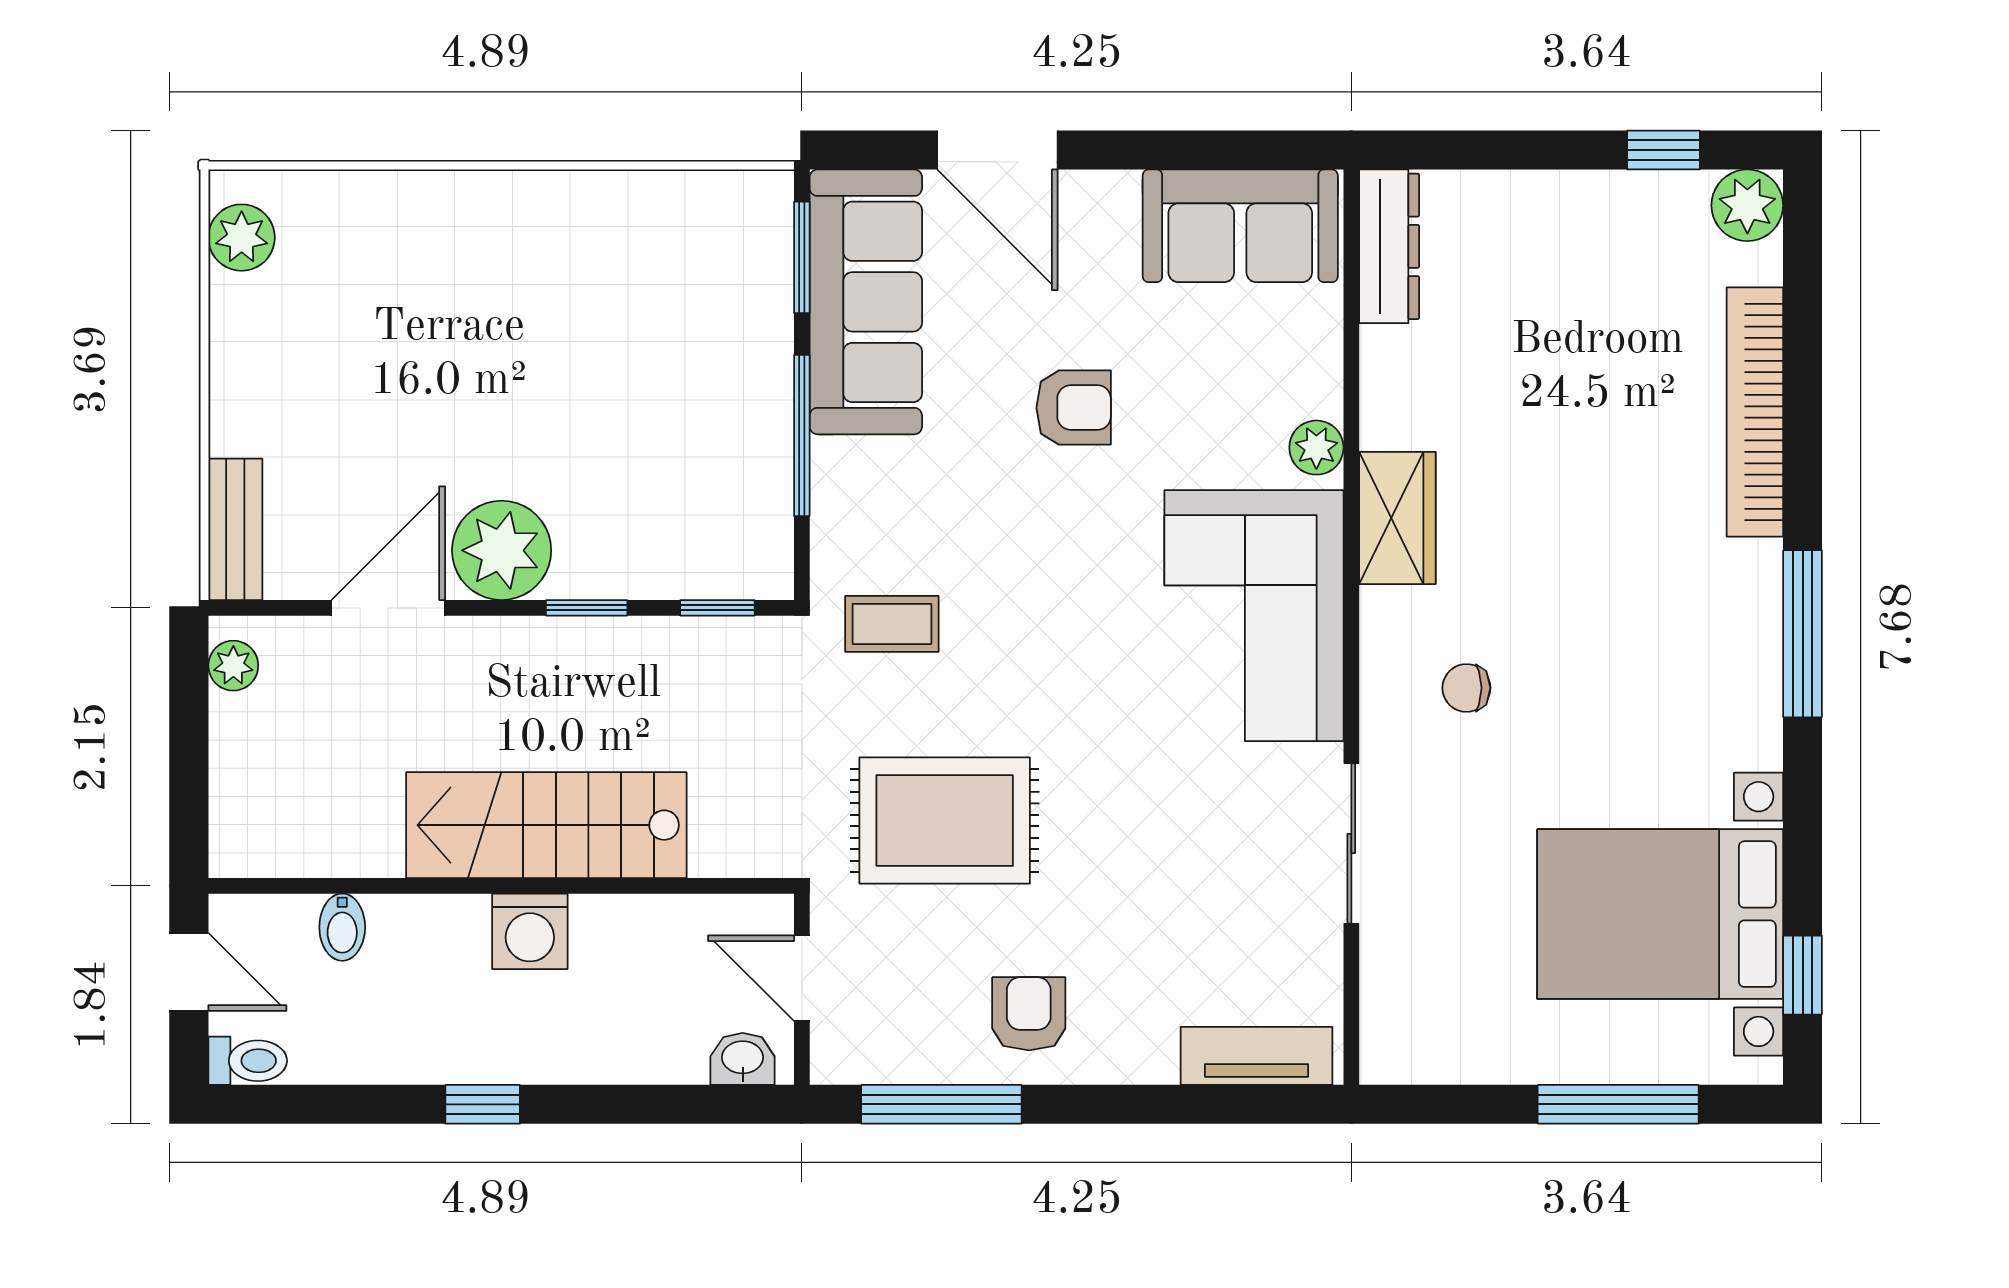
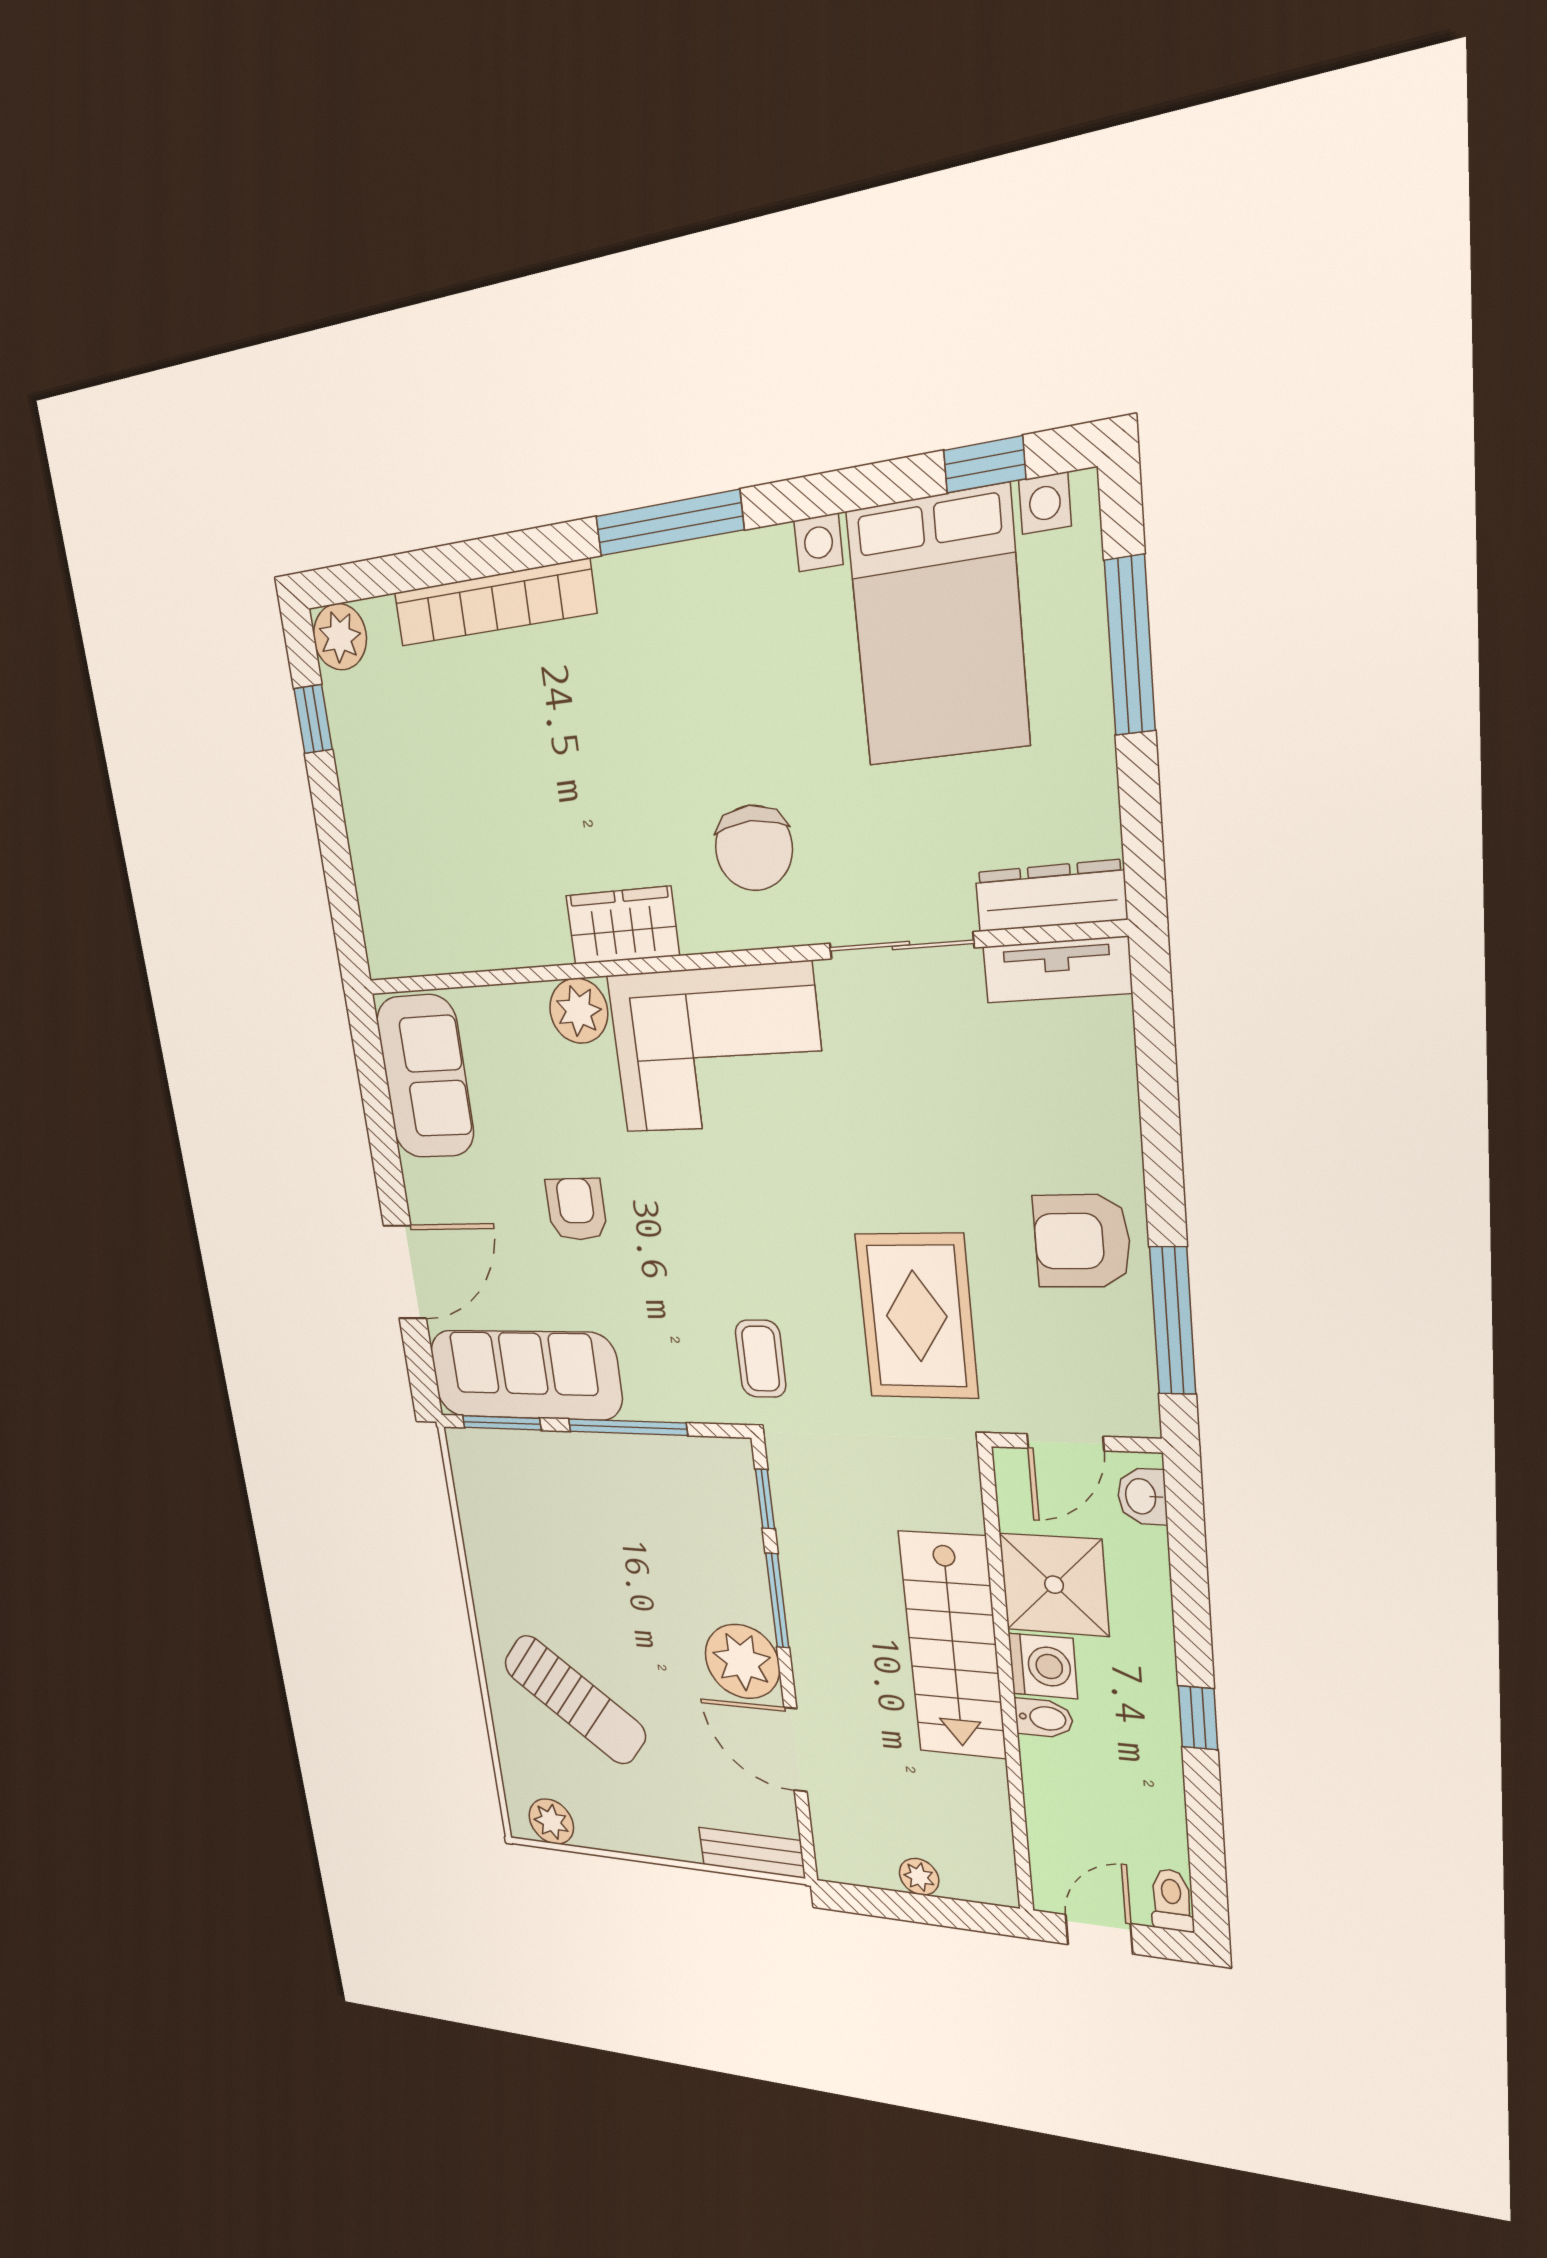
dresser: (1389, 246) -> (1051, 896), moved
sun lounger: (426, 302) -> (575, 1700), added
plant: (1316, 448) -> (579, 1011), width x1.38, depth x1.38
window: (587, 608) -> (777, 1601), width x1.50
plant: (233, 666) -> (919, 1877), moved
chair: (1466, 688) -> (754, 848), width x1.87, depth x1.87
bidet: (342, 927) -> (1044, 1718), moved
shower: (632, 952) -> (1054, 1585), added
armchair: (1029, 1014) -> (1082, 1241), width x1.38, depth x1.38
tv unit: (1256, 1056) -> (1057, 970), moved, turned -90

